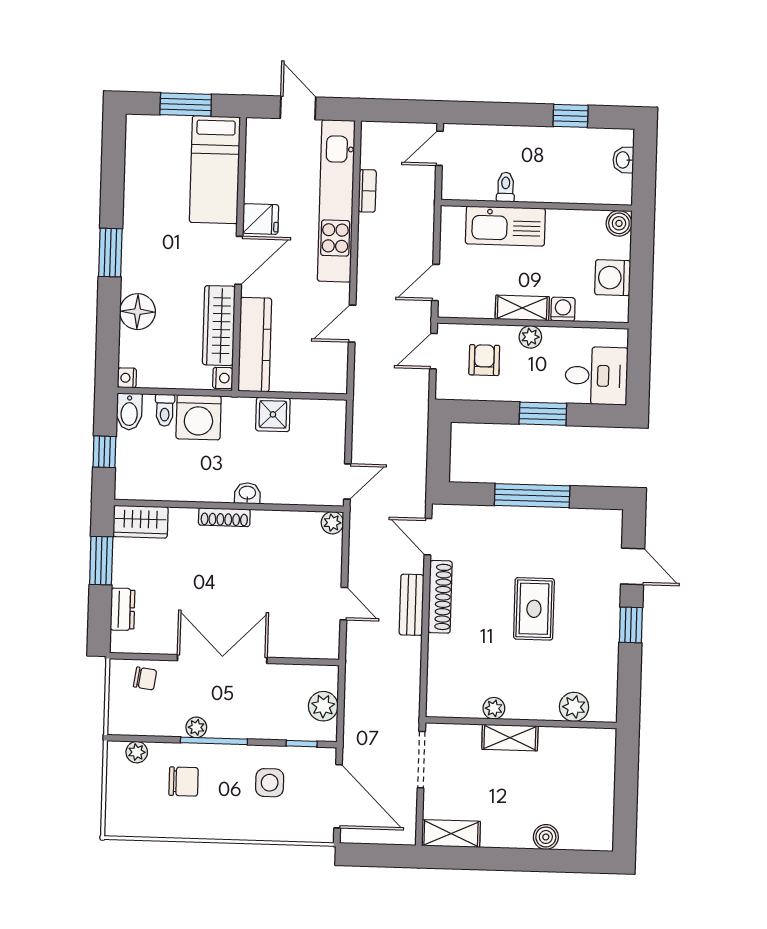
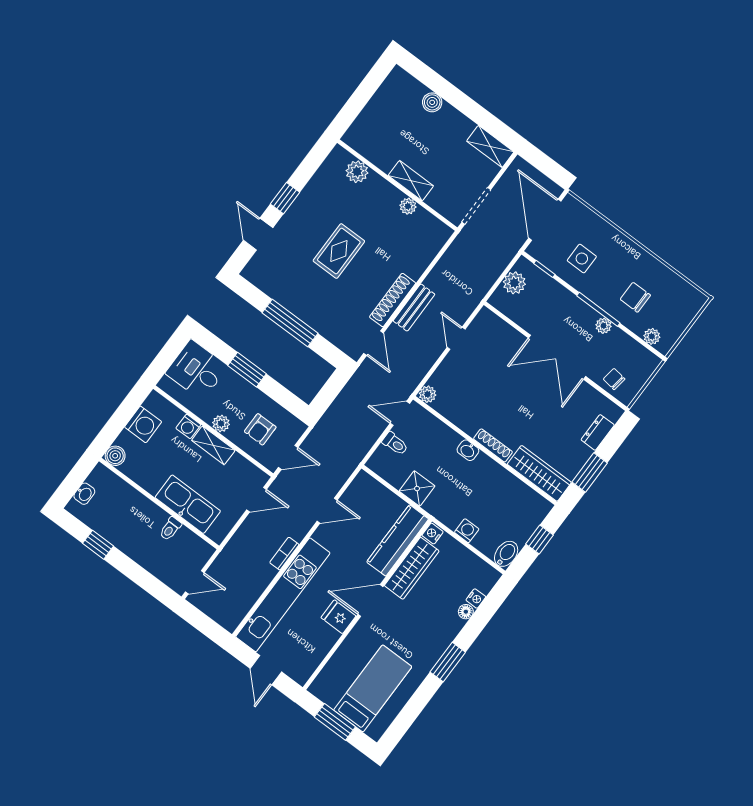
bed: (215, 170) -> (373, 688), moved
bookcase: (367, 191) -> (284, 554), moved
floor lamp: (138, 312) -> (466, 612), width x0.53, depth x0.53
nightstand: (127, 378) -> (476, 598), moved
toilet: (165, 410) -> (395, 444), moved, turned 90
washing machine: (199, 417) -> (467, 531), width x0.53, depth x0.53
wardrobe: (140, 522) -> (539, 473), width x1.50

